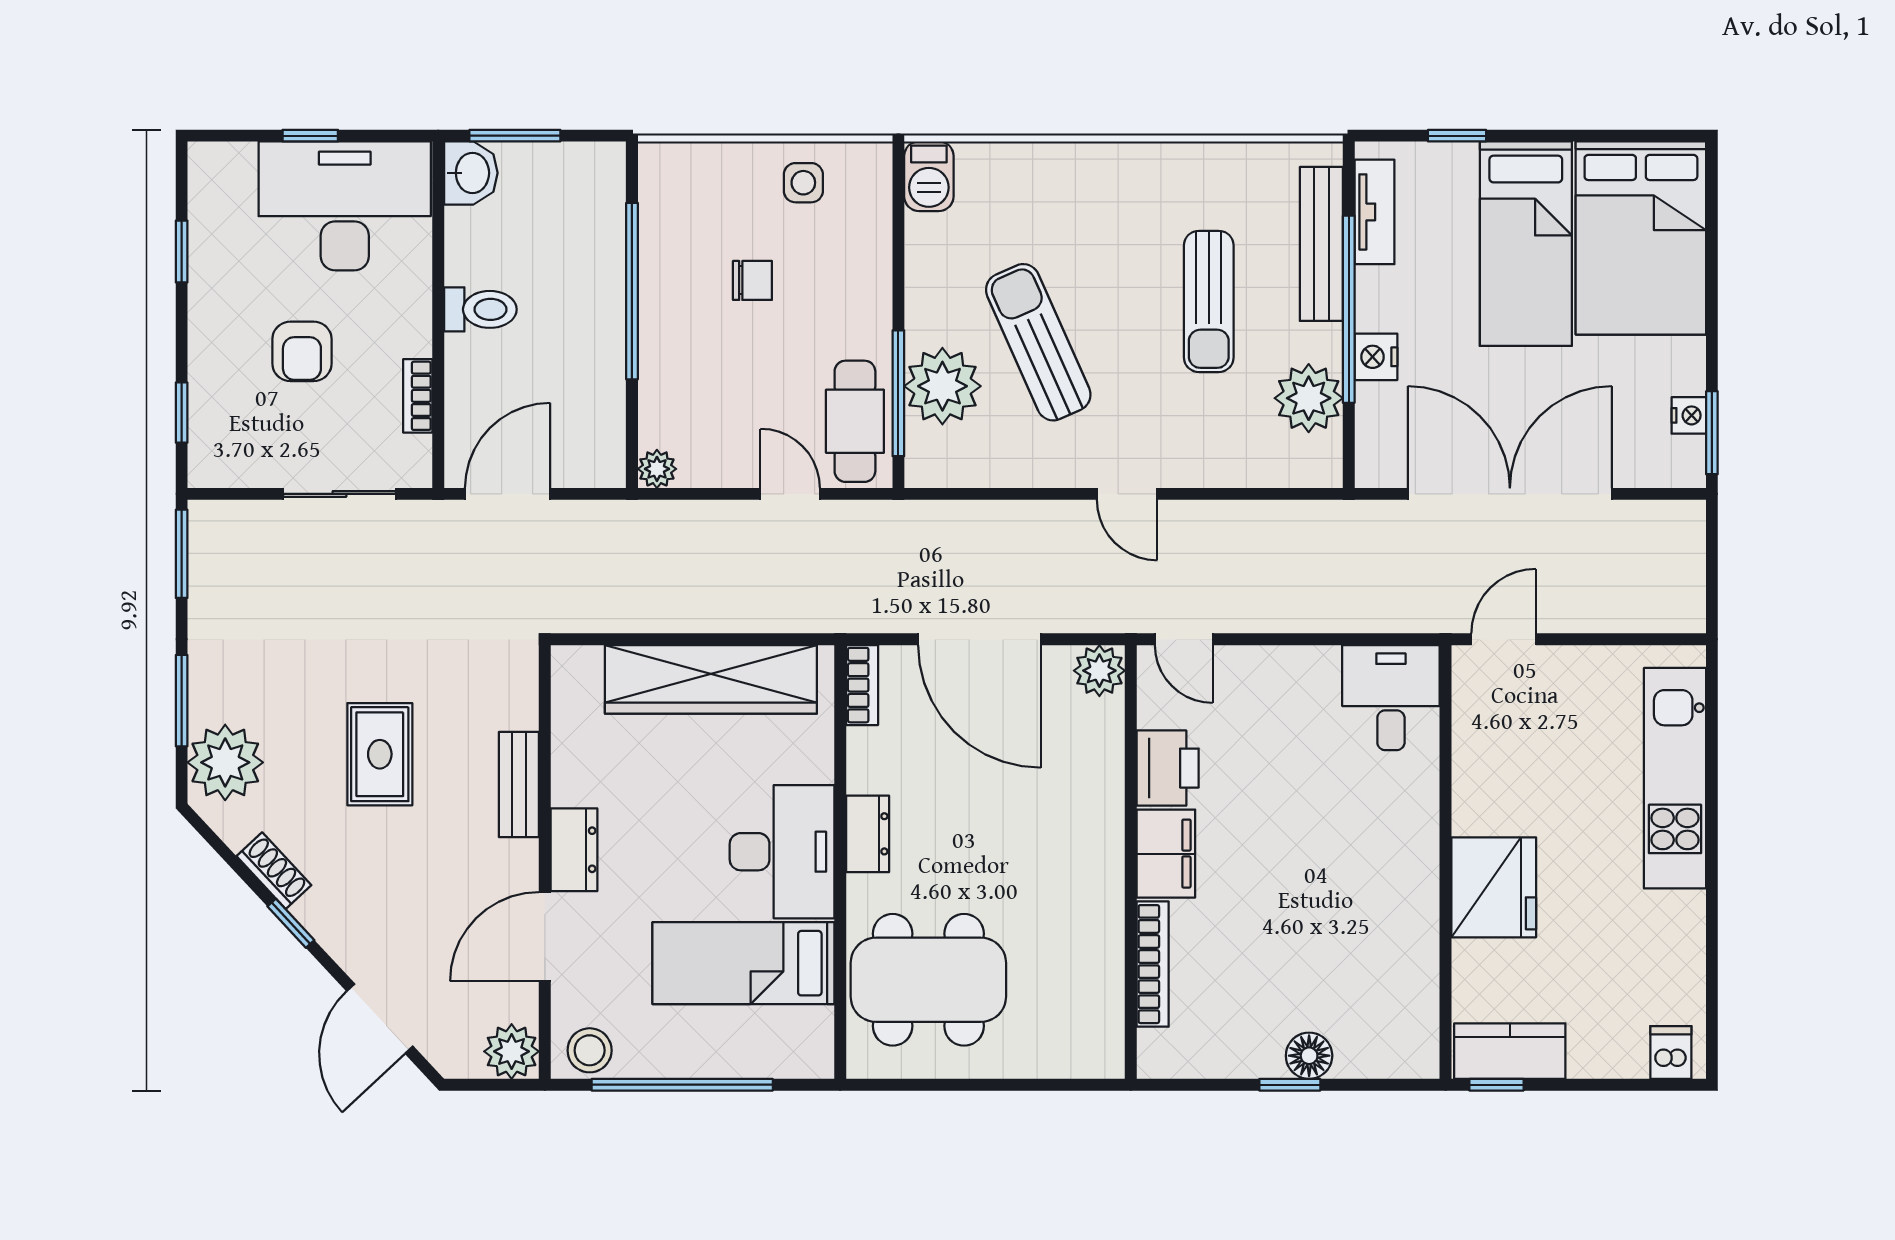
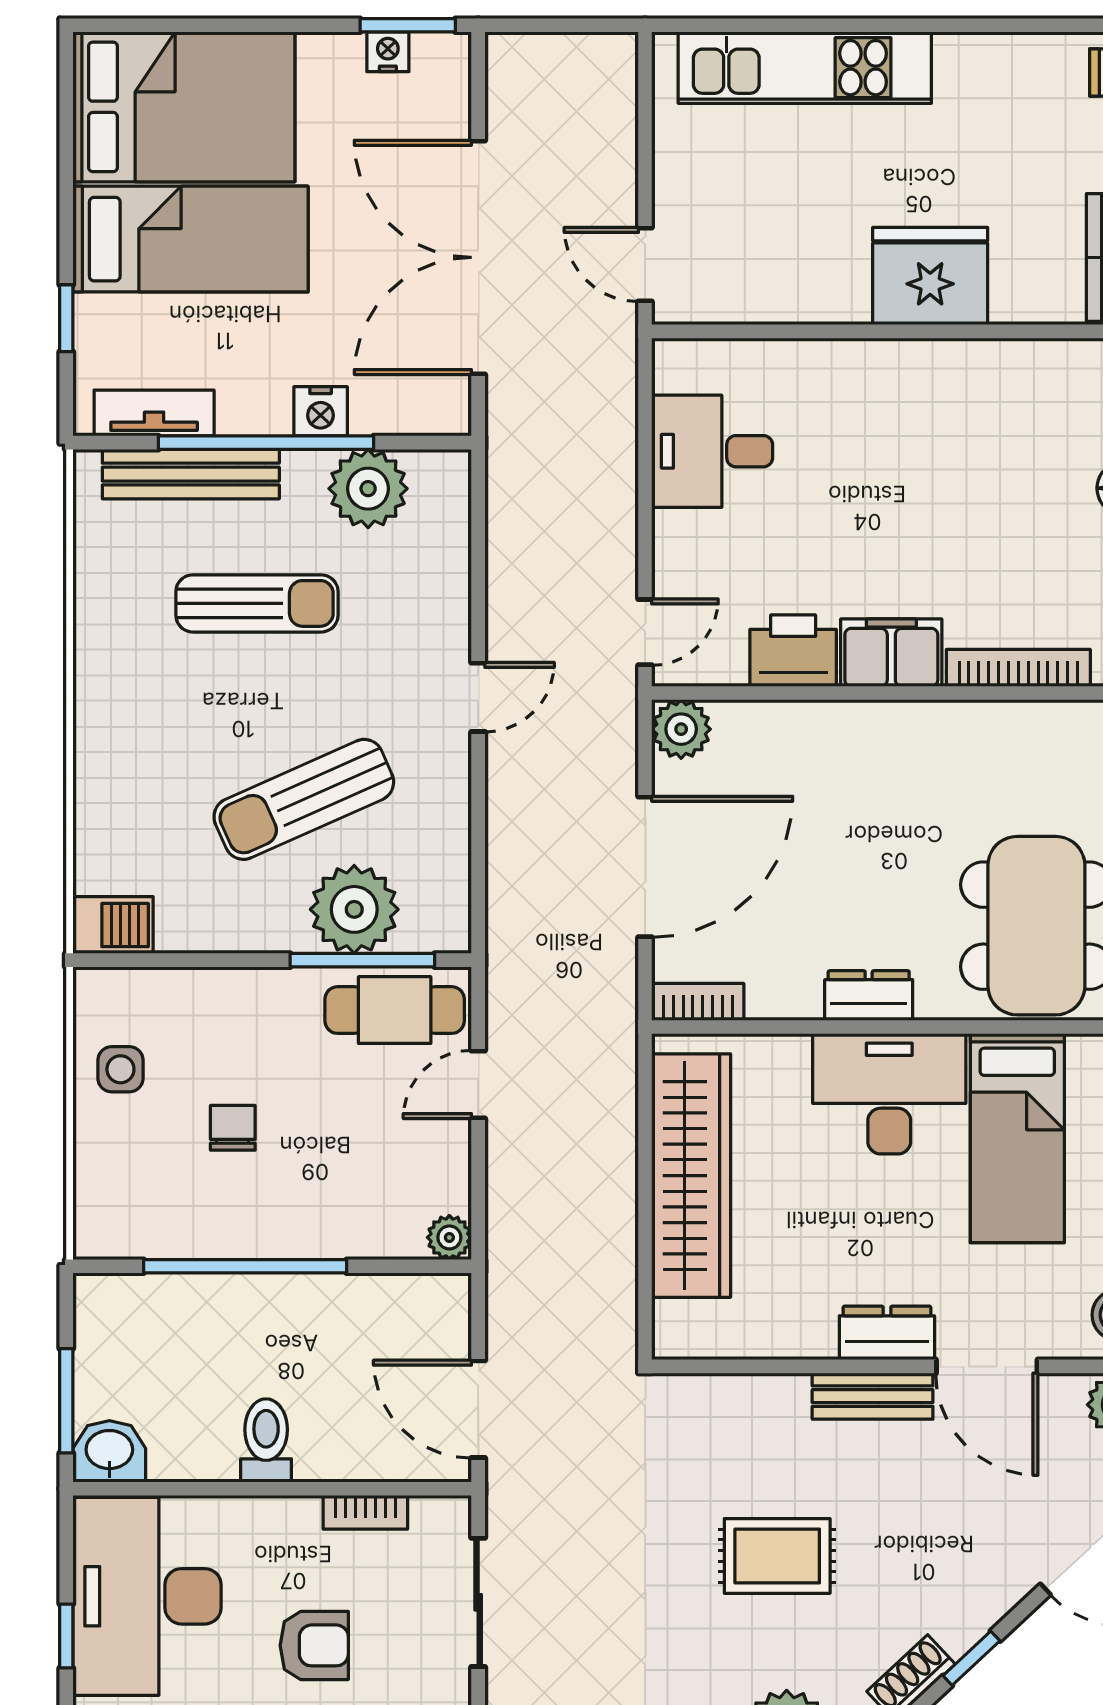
desk: (1391, 698) -> (712, 451), moved
bench: (519, 784) -> (873, 1396), moved

